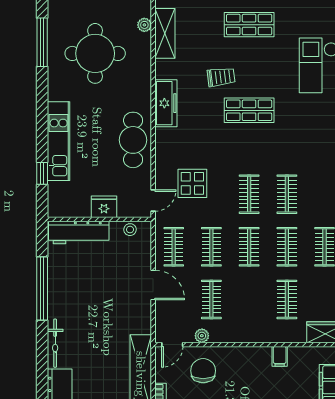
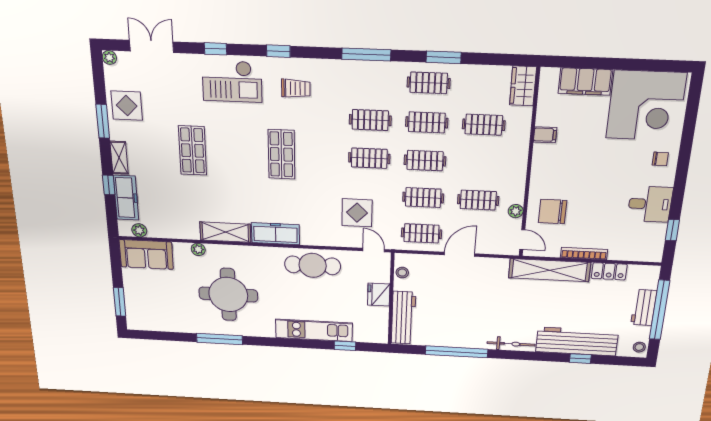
shelving: (165, 33) -> (225, 232), moved
trolley: (221, 77) -> (296, 88), moved, turned 97

